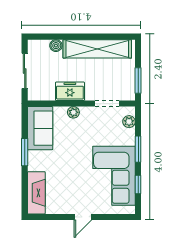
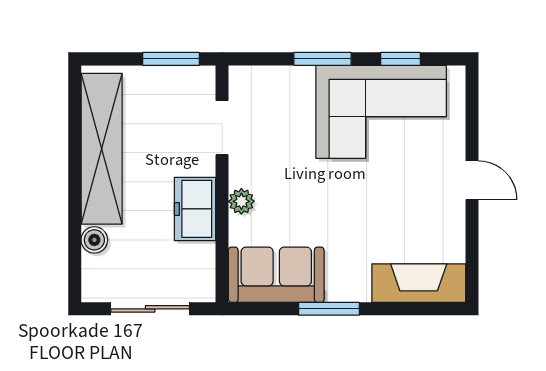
plant: (129, 122) -> (262, 79), removed

